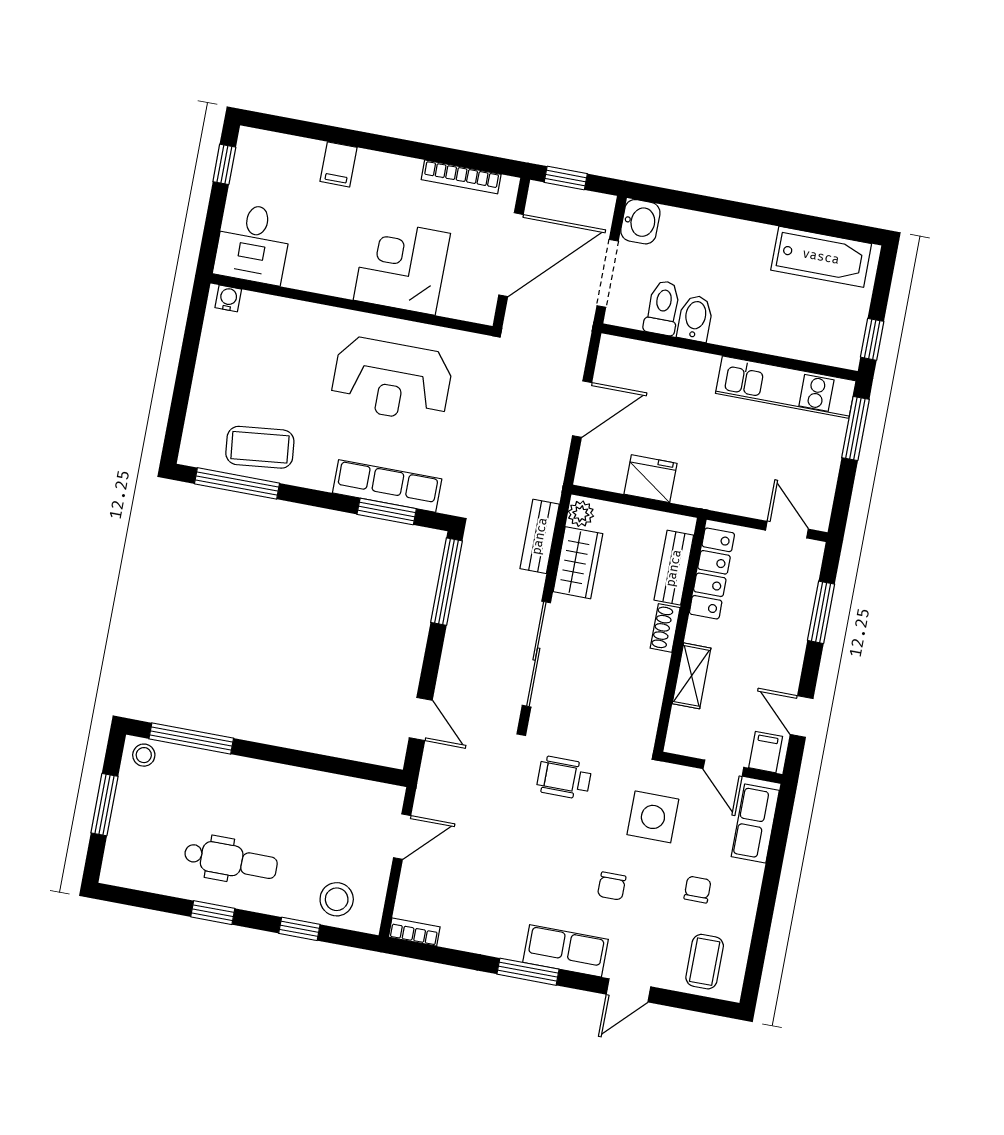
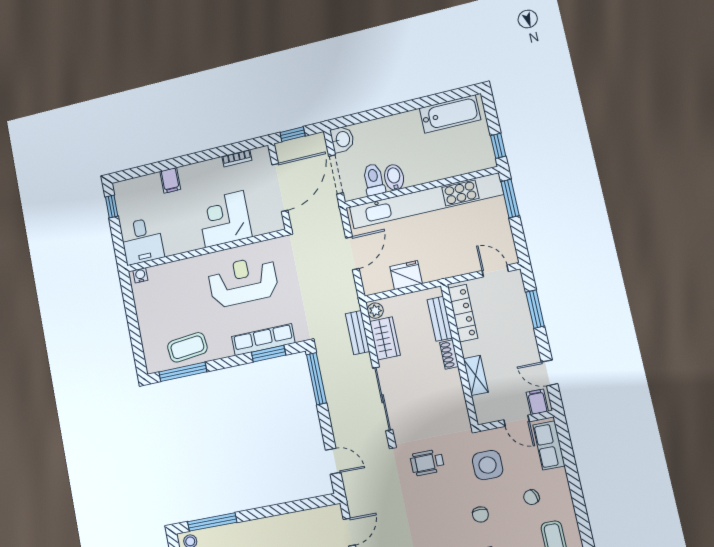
bookcase: (461, 177) -> (237, 158), width x0.64
reception desk: (392, 380) -> (243, 281), turned 180
kitchen unit: (786, 387) -> (426, 201), width x1.86
chair: (697, 890) -> (531, 497), turned -110

